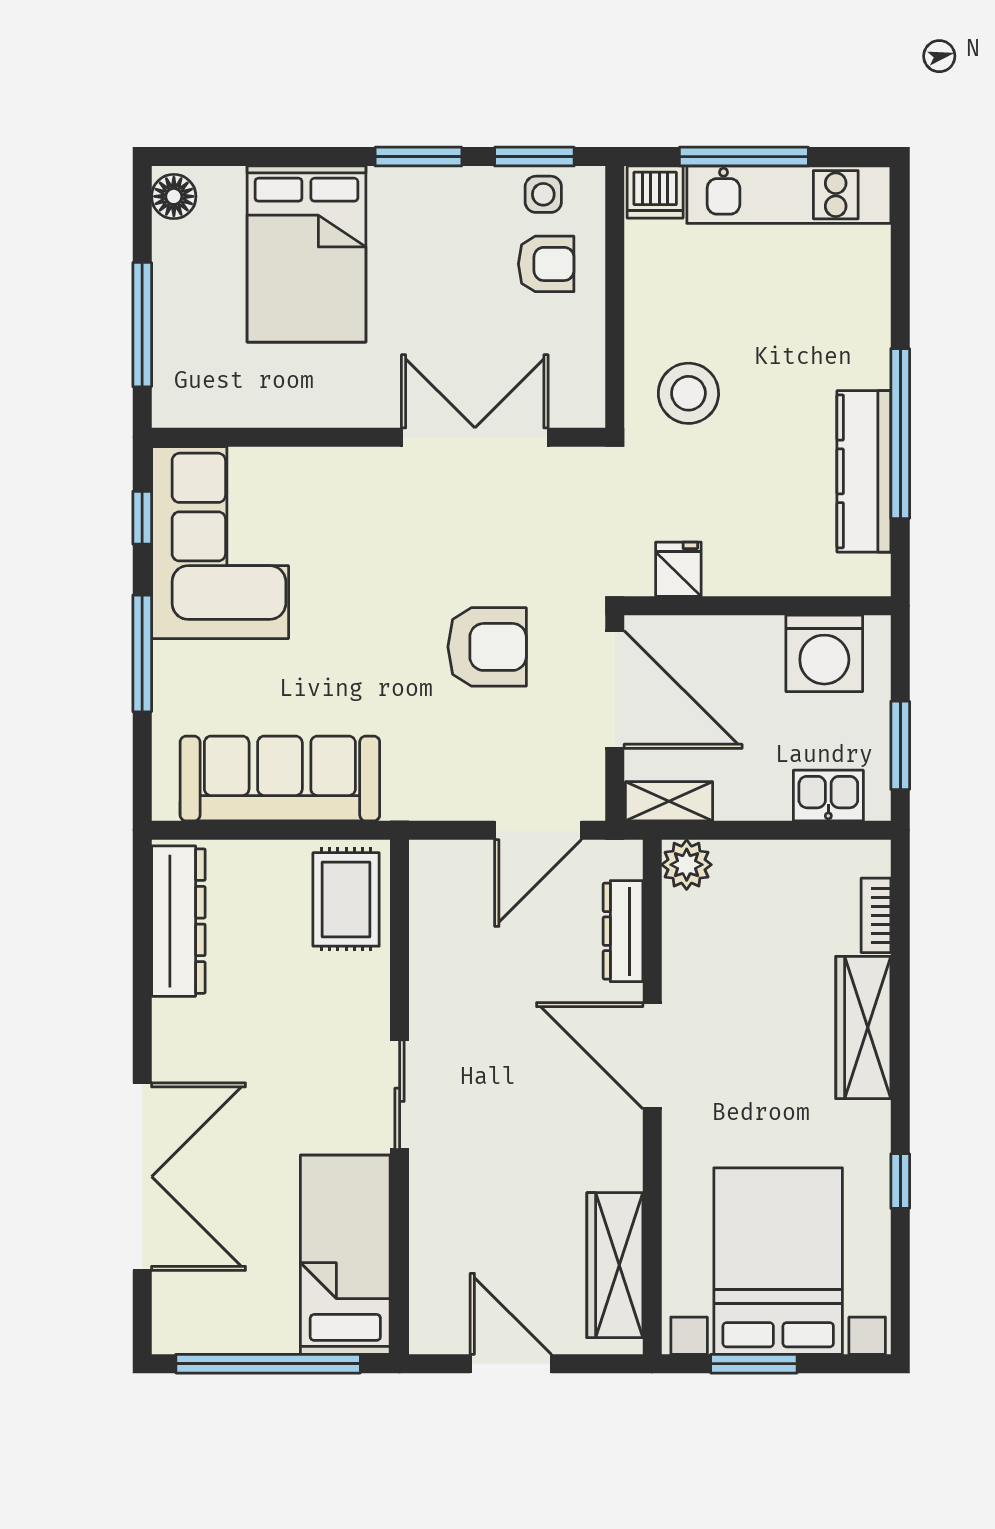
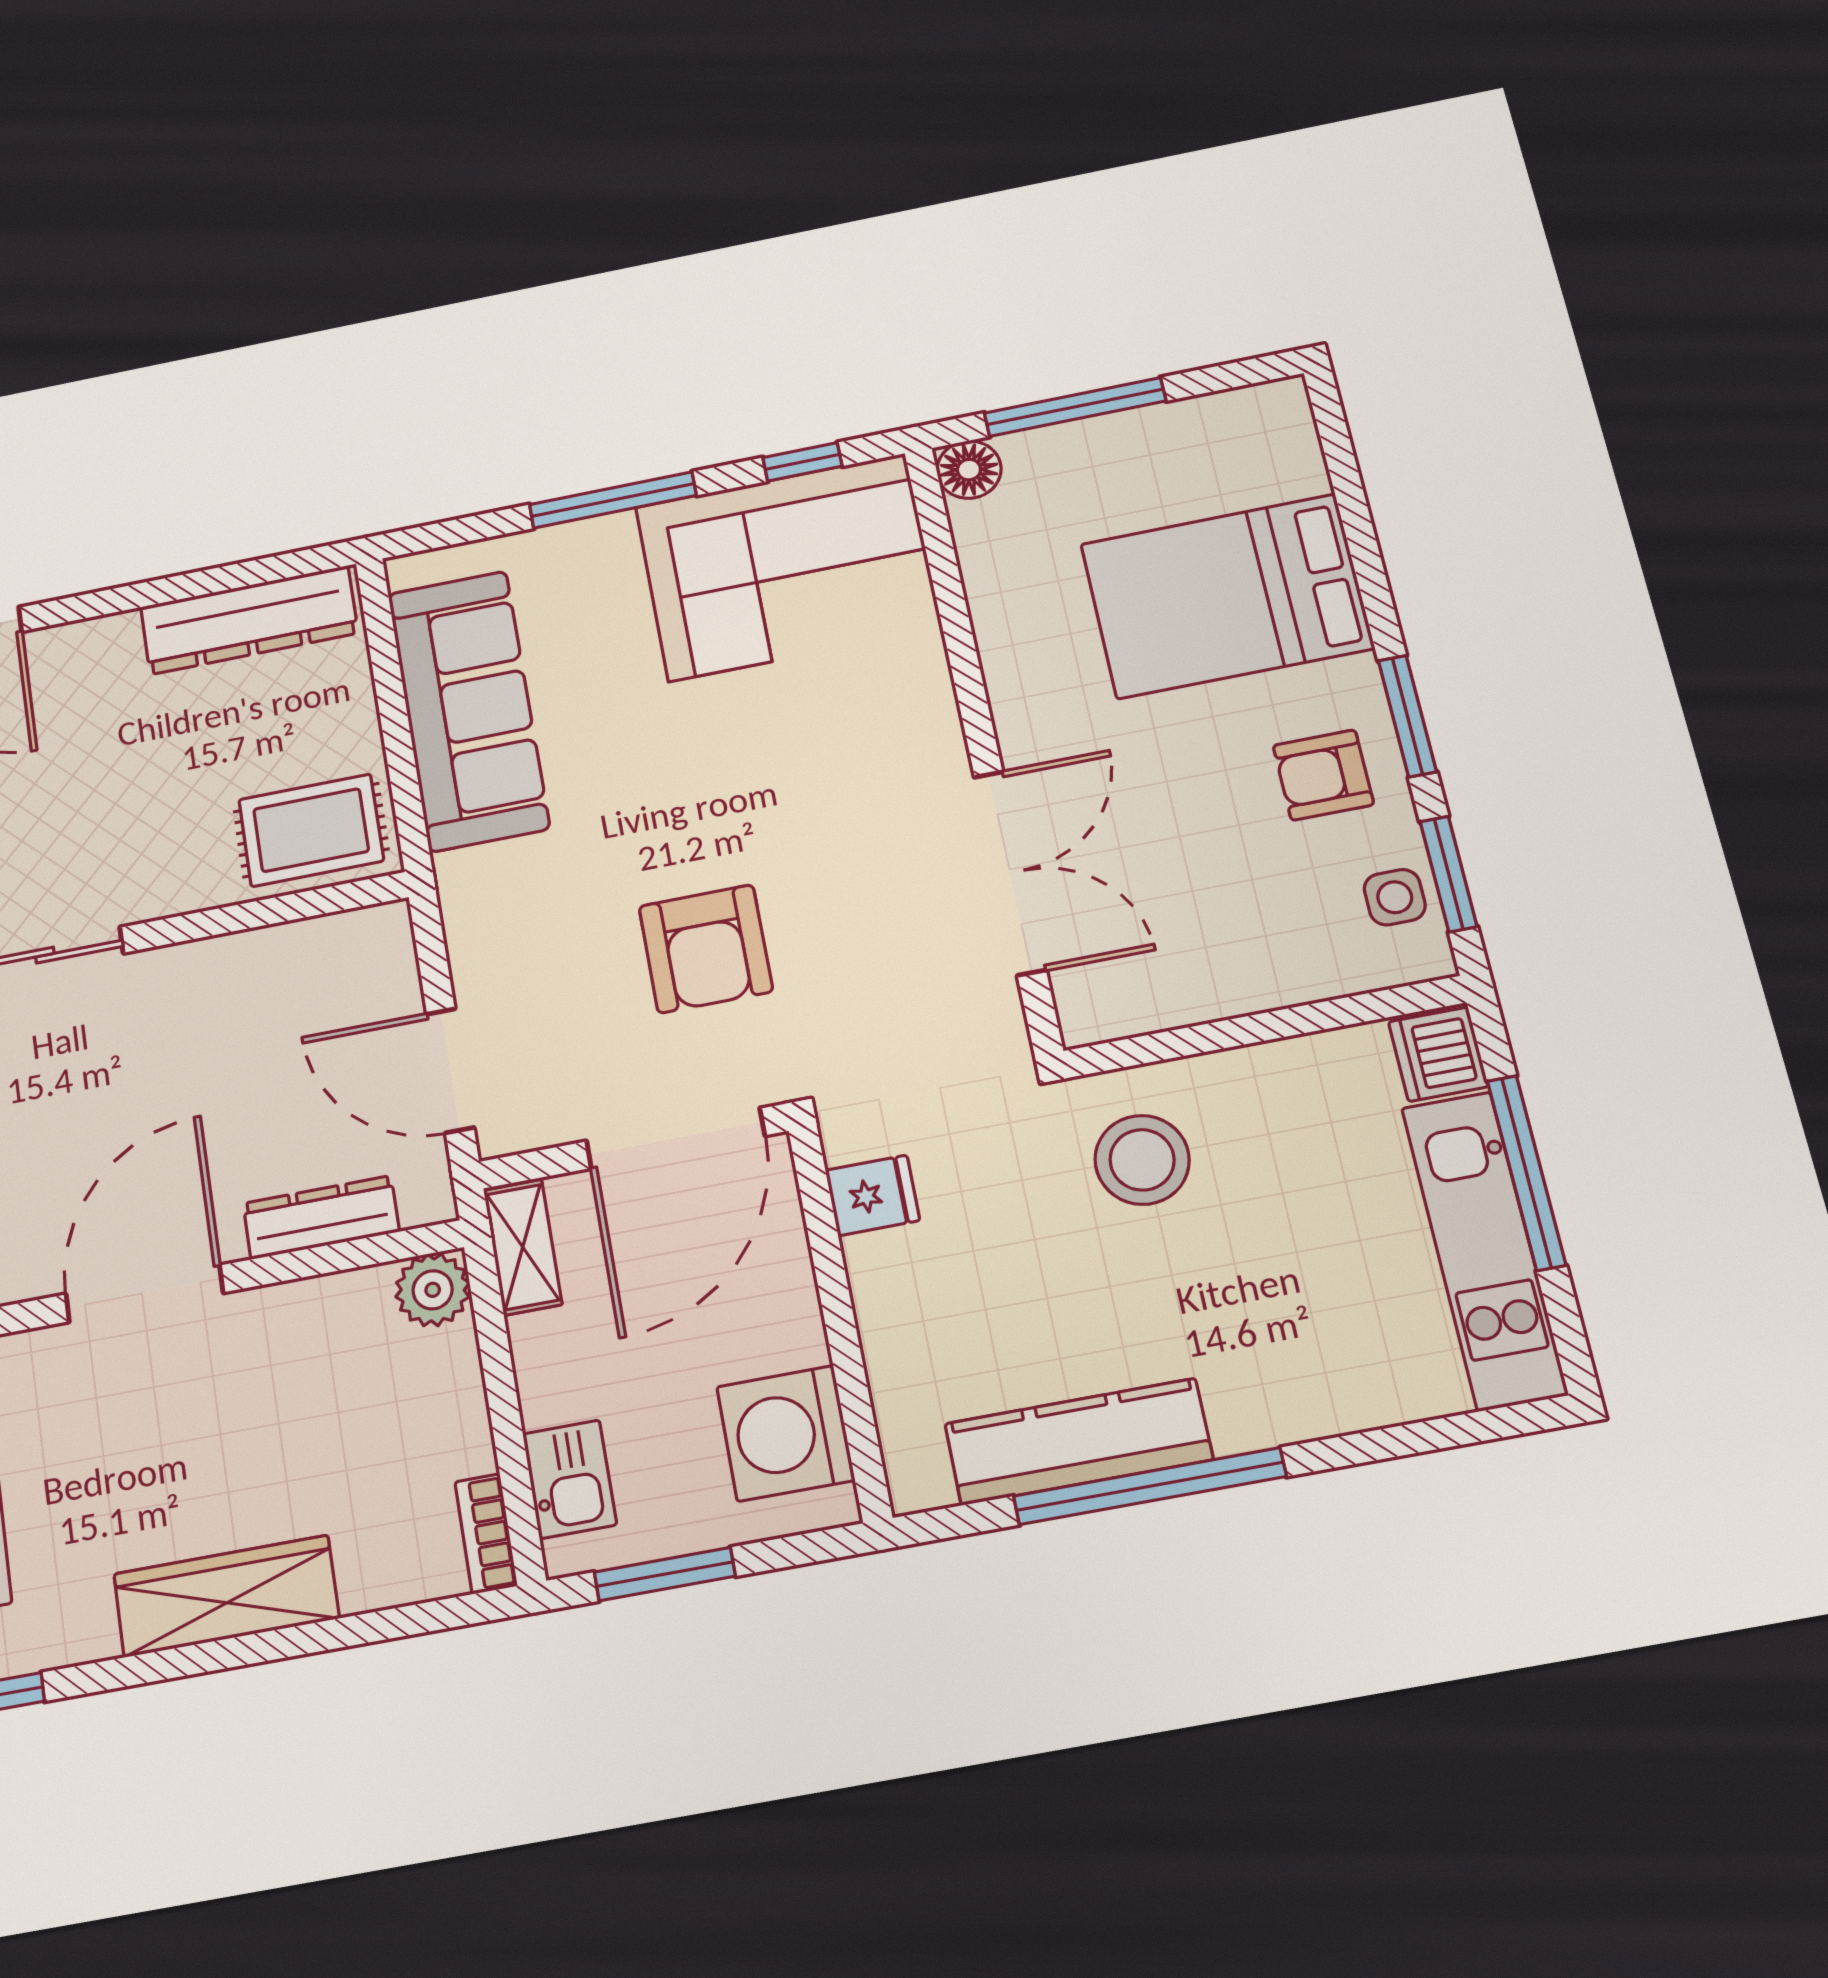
floor lamp: (174, 196) -> (969, 470), moved
armchair: (546, 264) -> (1323, 775), moved, turned 90
bookcase: (876, 915) -> (486, 1534), moved, turned -90

